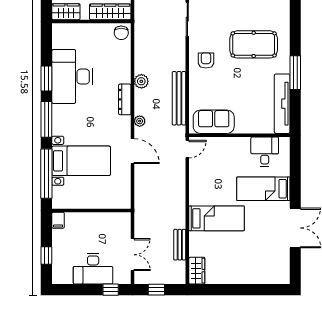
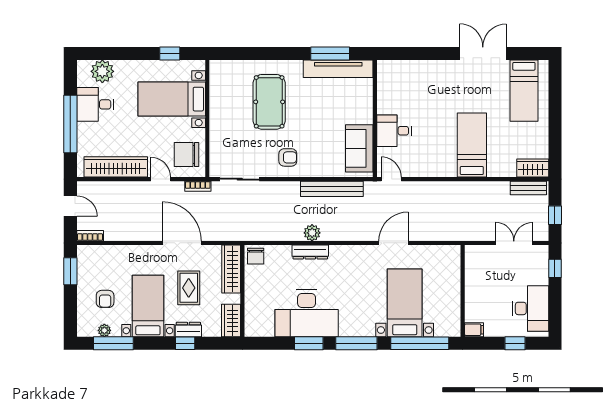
chair: (121, 33) -> (256, 256), turned 90
armchair: (206, 60) -> (288, 157), turned 180
window: (295, 73) -> (330, 53), moved
dresser: (125, 99) -> (310, 252), moved
plant: (140, 121) -> (358, 235), removed
desk: (265, 152) -> (394, 131), moved
bed: (263, 189) -> (524, 91), moved
bench: (180, 245) -> (528, 188), moved
desk: (93, 269) -> (530, 308), moved

